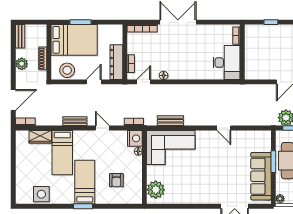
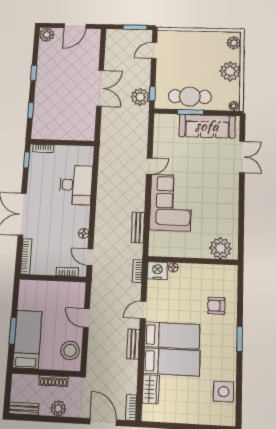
window: (226, 22) -> (27, 160), added
bed: (74, 40) -> (27, 339), width x0.67
dresser: (116, 62) -> (64, 289), removed
desk: (226, 62) -> (76, 185), moved, turned 90
corner sofa: (171, 147) -> (171, 203), moved
armchair: (116, 180) -> (216, 306), moved, turned 180
bed: (85, 182) -> (172, 335), moved, turned 180

